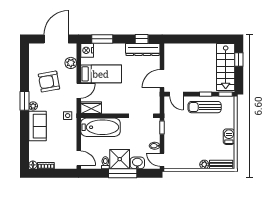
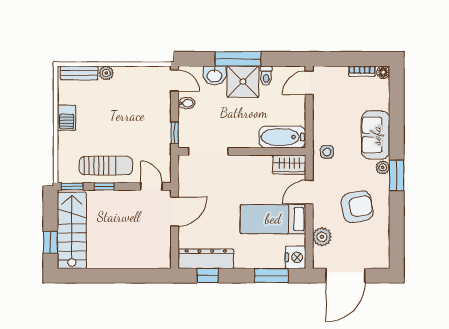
bathtub: (101, 127) -> (282, 137), width x0.73, depth x0.73
door: (79, 158) -> (309, 83), hinge flipped

